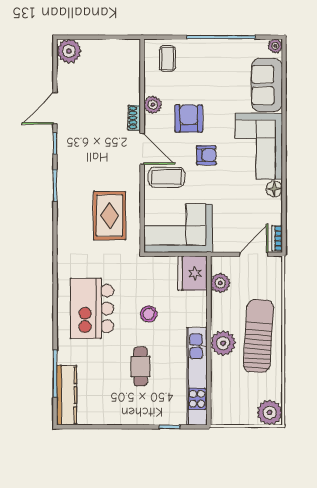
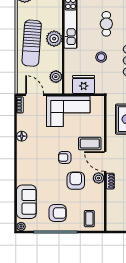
armchair: (218, 67) -> (58, 213), added
plant: (153, 105) -> (99, 178), moved
armchair: (189, 118) -> (76, 181), turned 180
corner sofa: (259, 146) -> (32, 163), removed
corner sofa: (178, 228) -> (68, 111), moved
door: (254, 254) -> (35, 95), swing flipped
fridge: (193, 273) -> (84, 85), moved, turned -90

